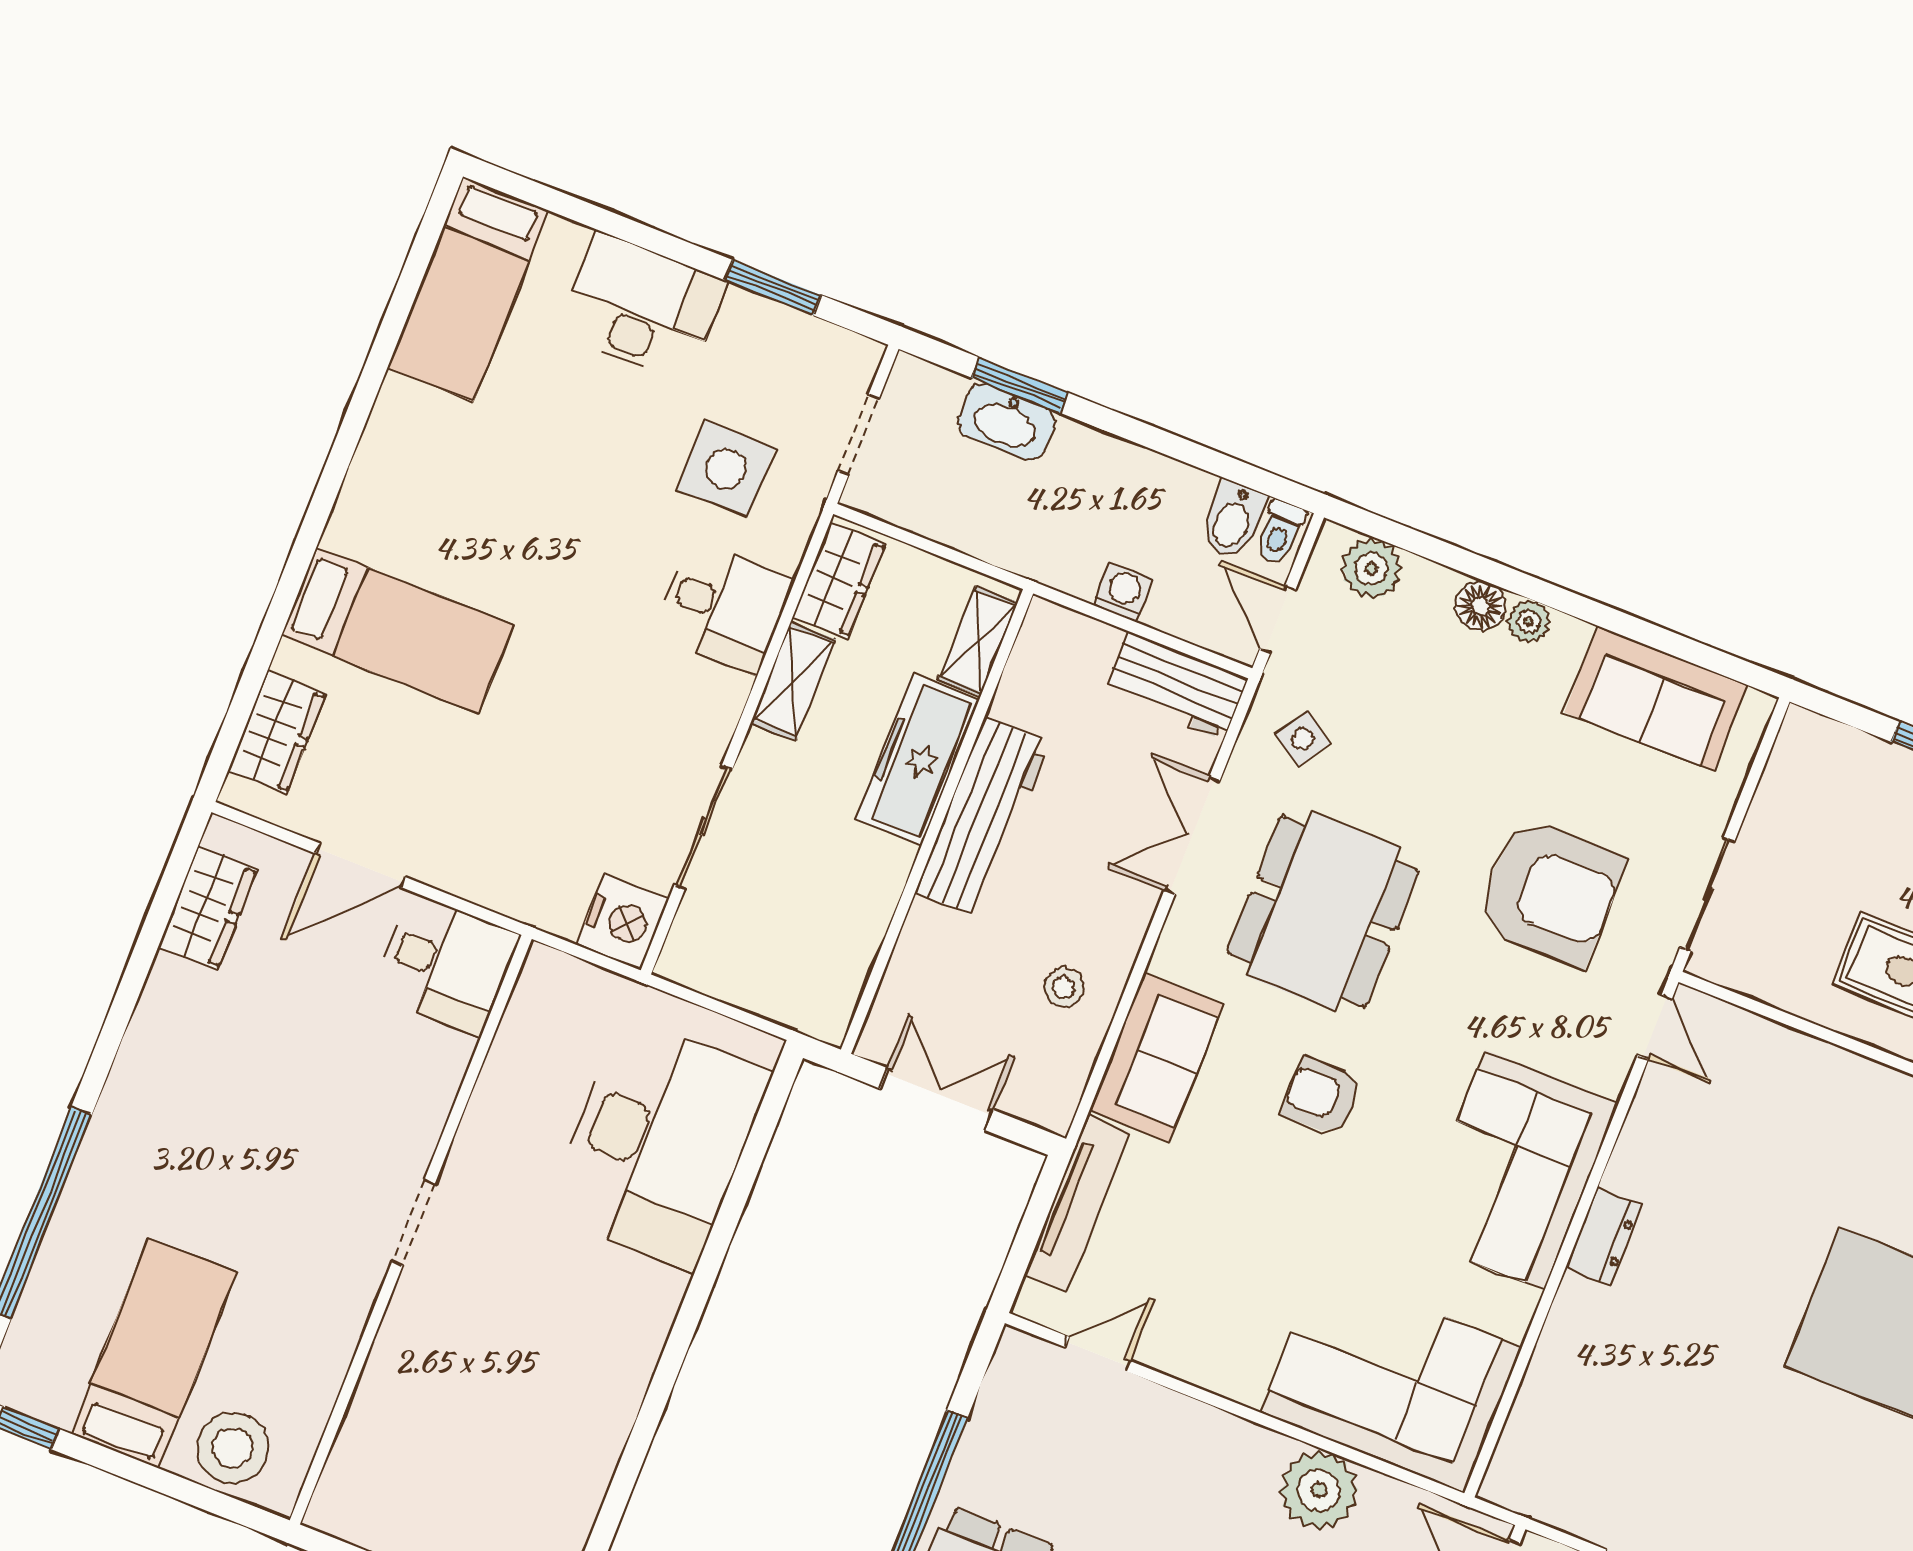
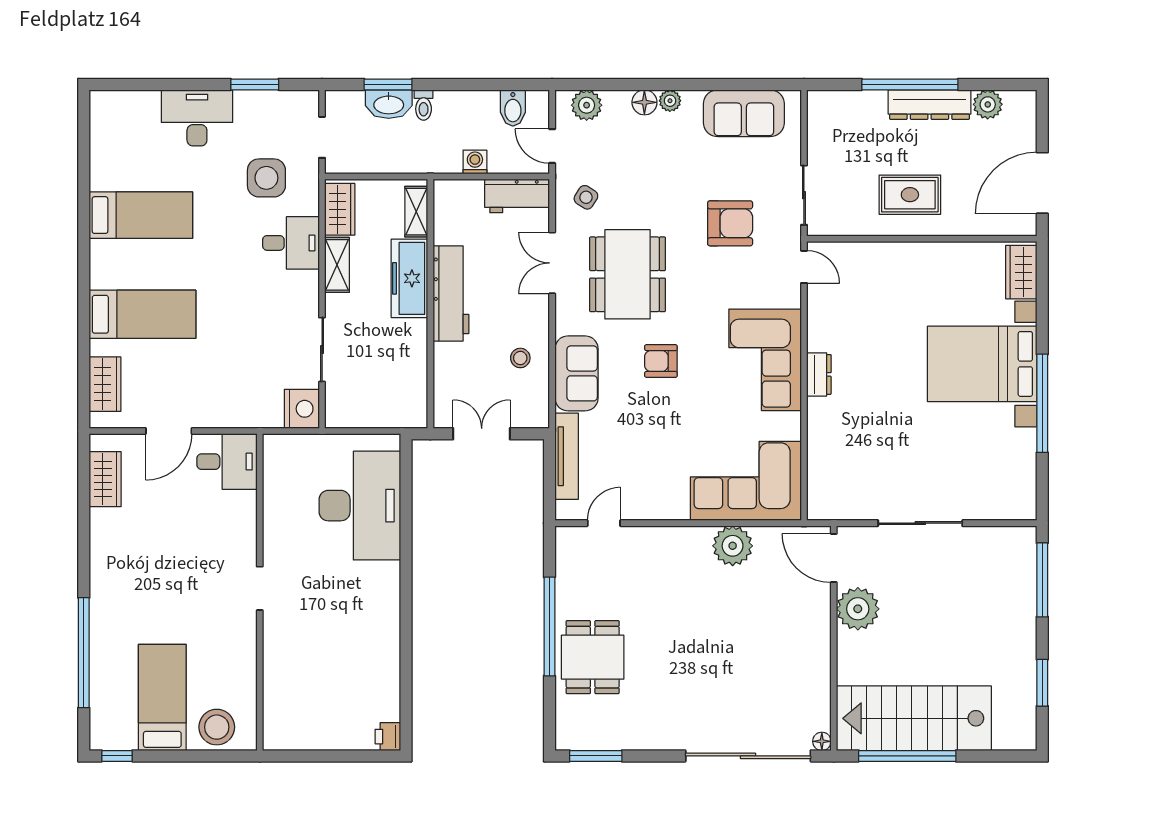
bed: (468, 289) -> (141, 215), moved, turned -90
toilet: (1280, 532) -> (424, 105), moved
armchair: (1550, 892) -> (730, 223), width x0.73, depth x0.73

